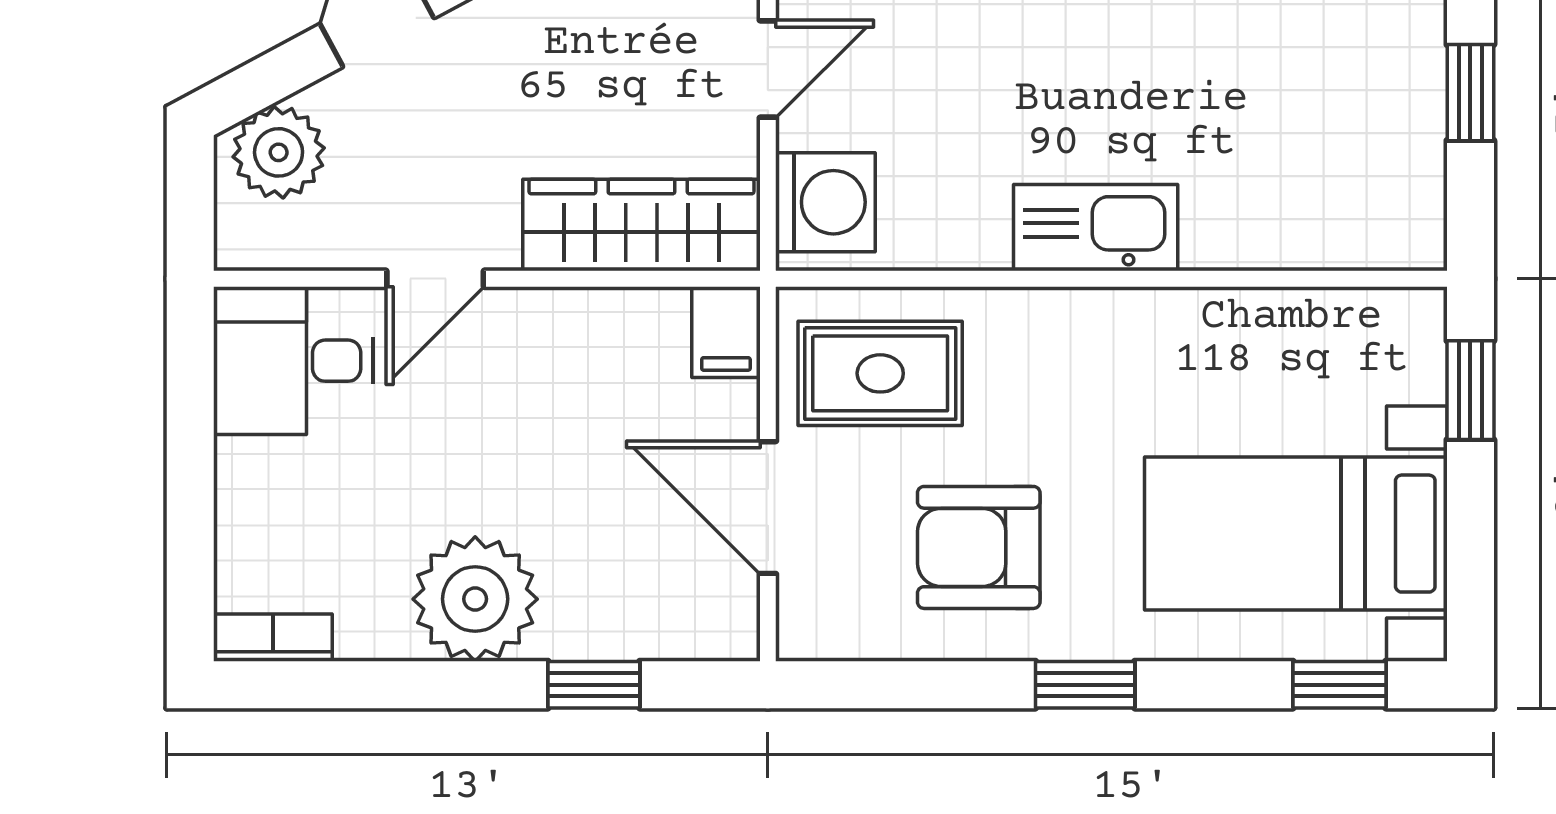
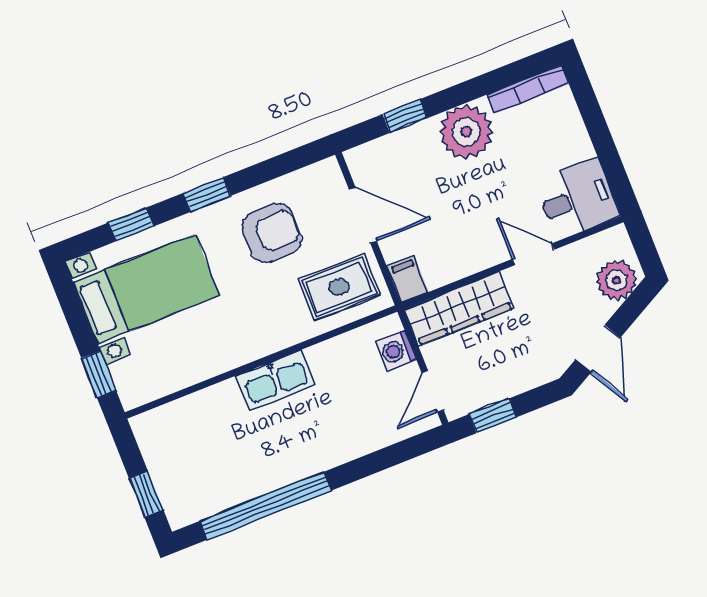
washing machine: (825, 202) -> (396, 351), width x0.73, depth x0.73
door: (435, 279) -> (533, 254), hinge flipped
bookcase: (273, 638) -> (528, 89), width x1.56
window: (1339, 685) -> (131, 224), moved

